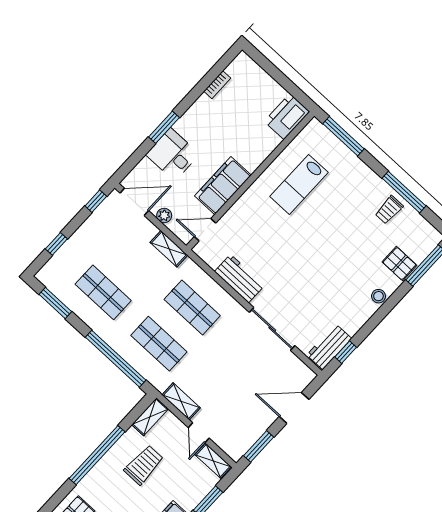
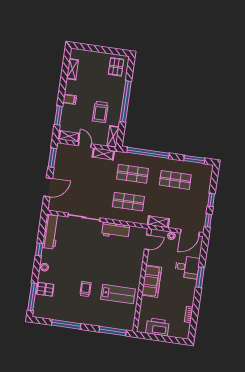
printer: (287, 117) -> (157, 327), moved, turned -90
lab bench: (299, 184) -> (118, 294), turned 90
filing cabinet: (223, 186) -> (152, 281), moved
trolley: (389, 210) -> (85, 289), moved
window: (56, 244) -> (211, 200), moved
workbench: (329, 347) -> (51, 232), width x1.38
window: (346, 352) -> (39, 249), moved

